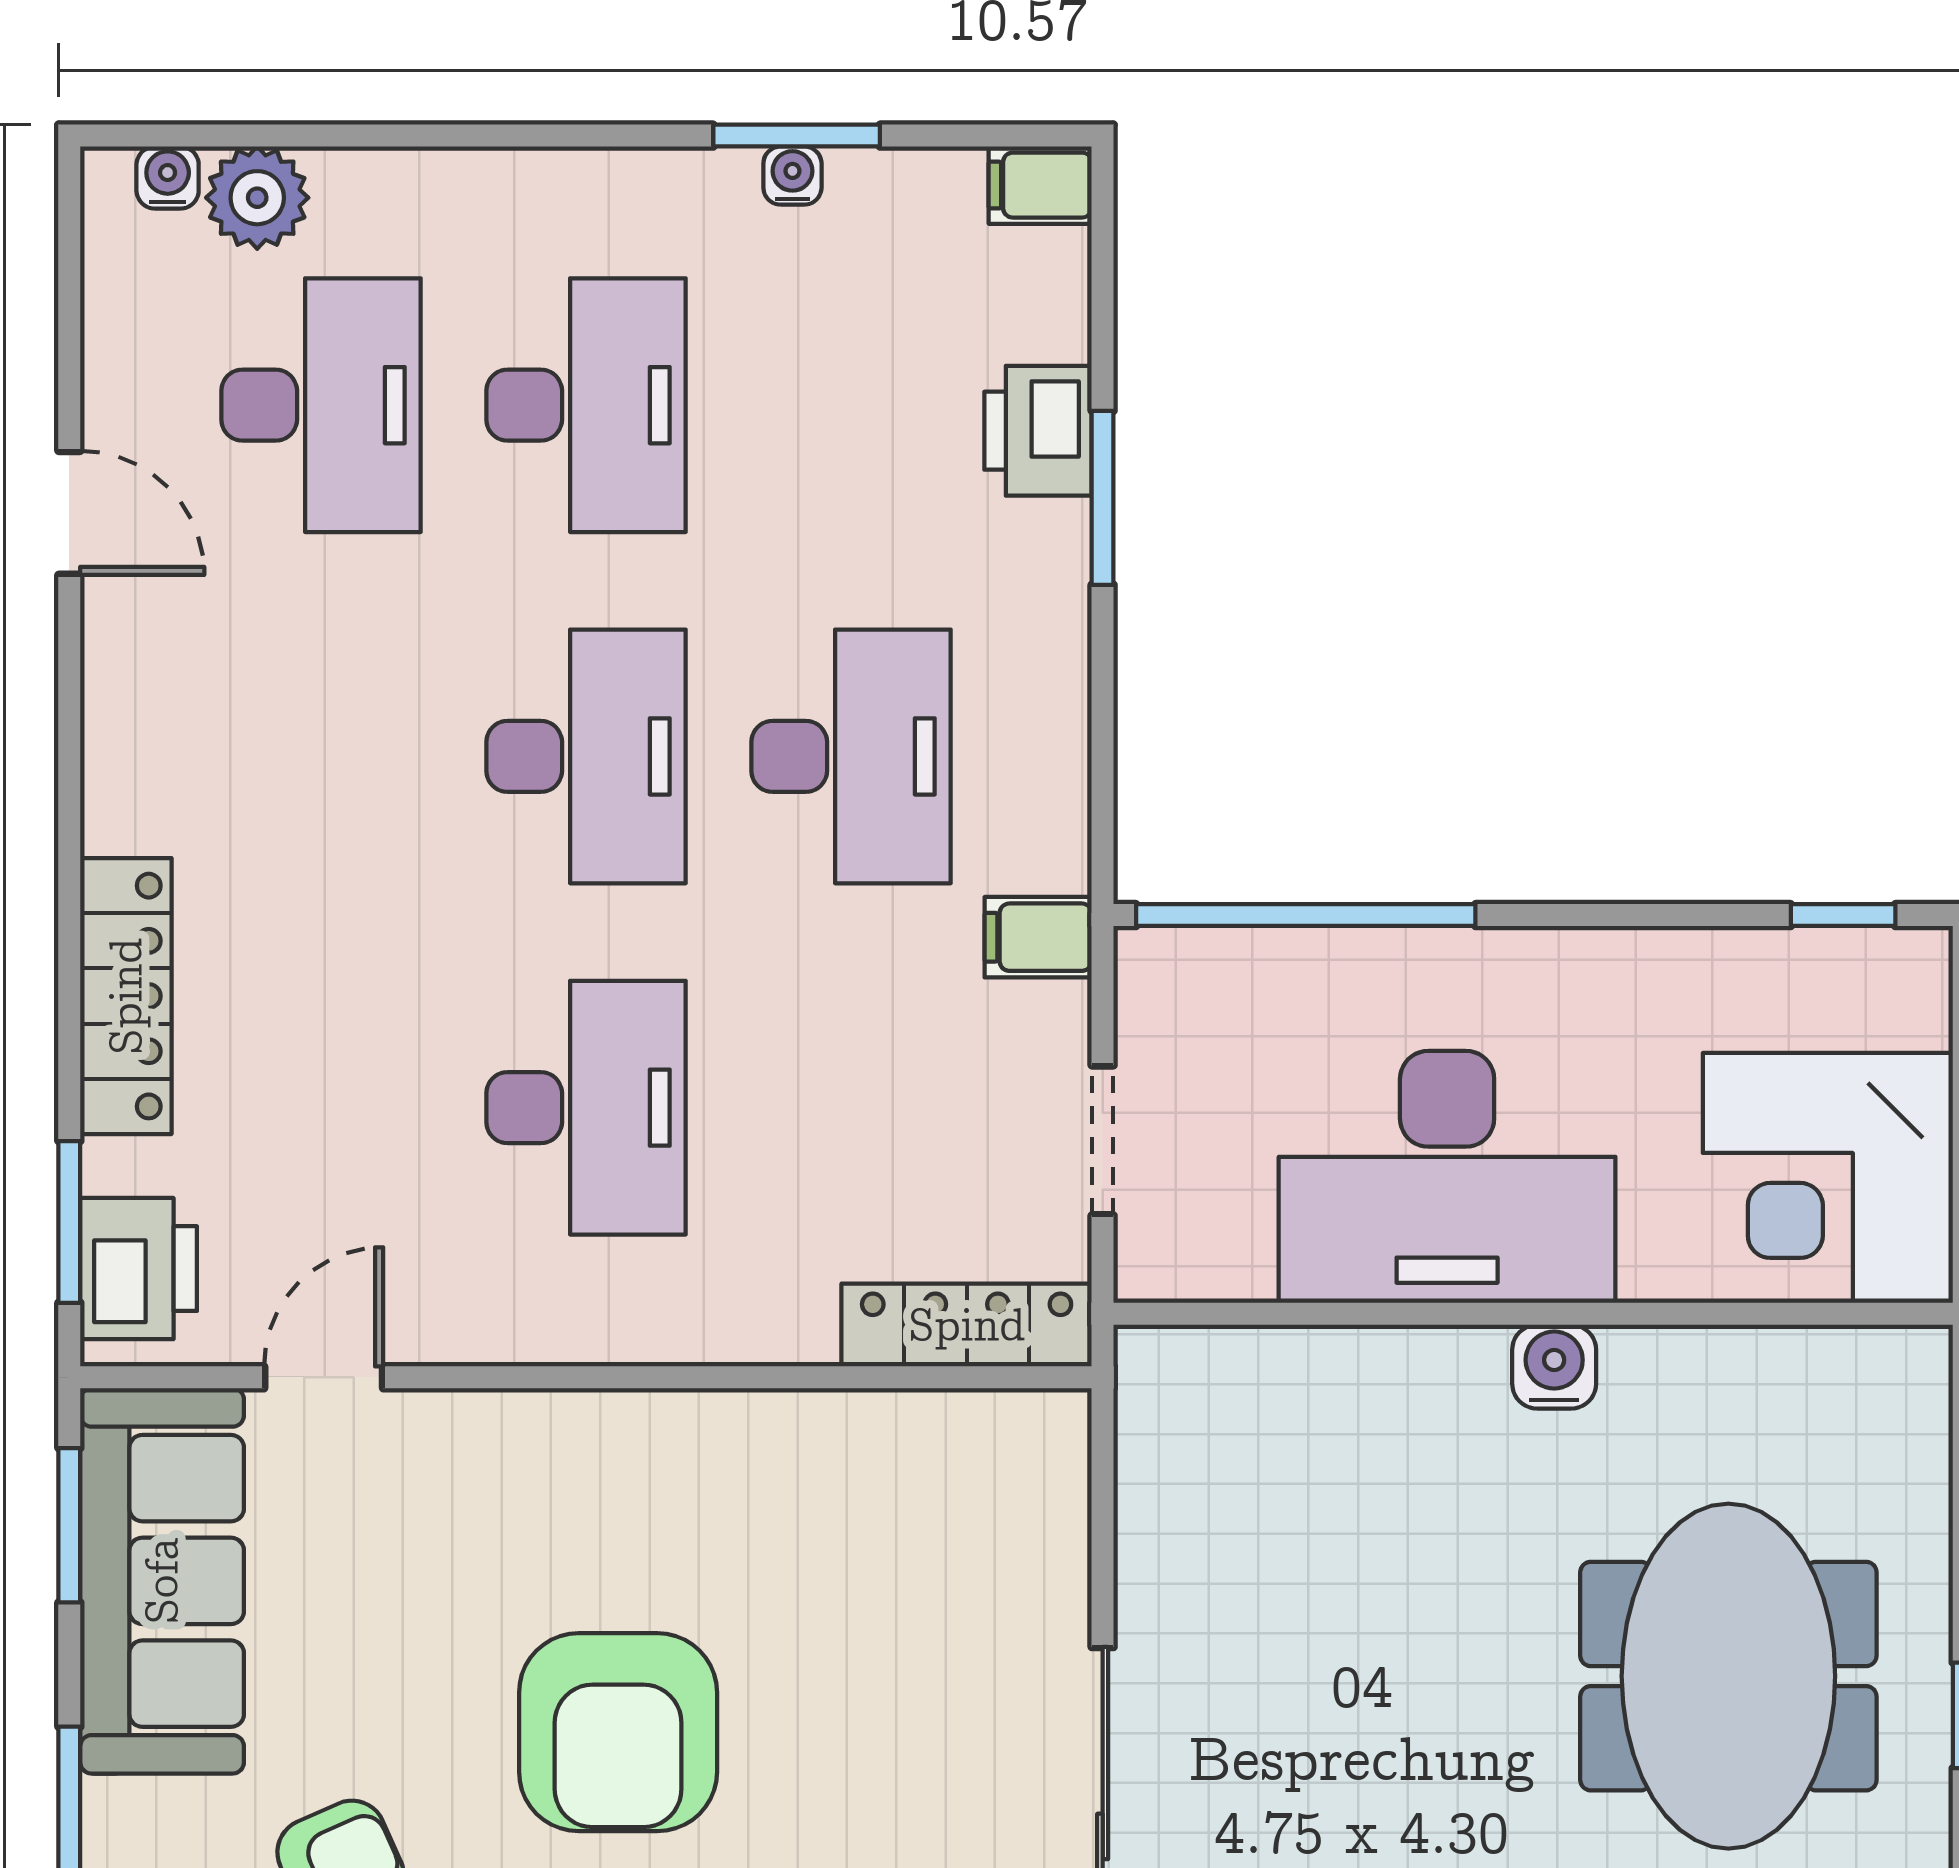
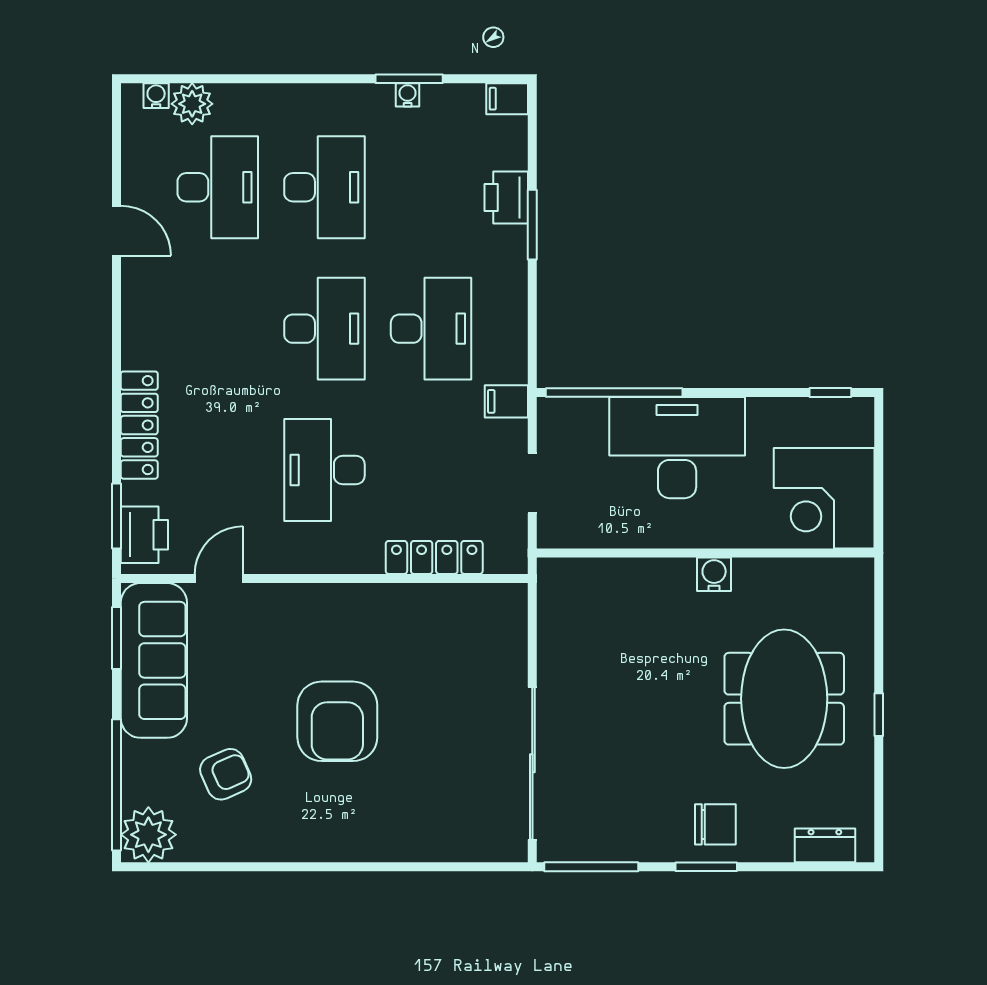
desk: (586, 1108) -> (324, 470), turned 180
desk: (1447, 1177) -> (677, 448), moved, turned 180
locker: (967, 1325) -> (434, 557), moved

